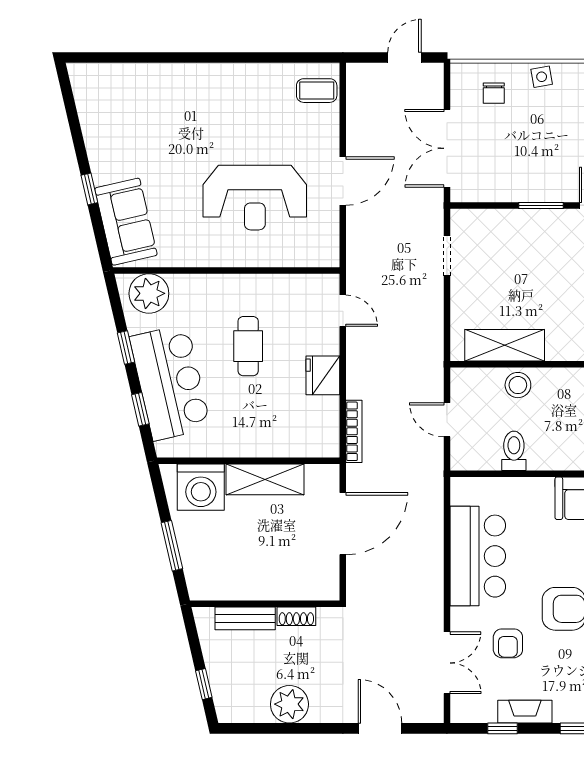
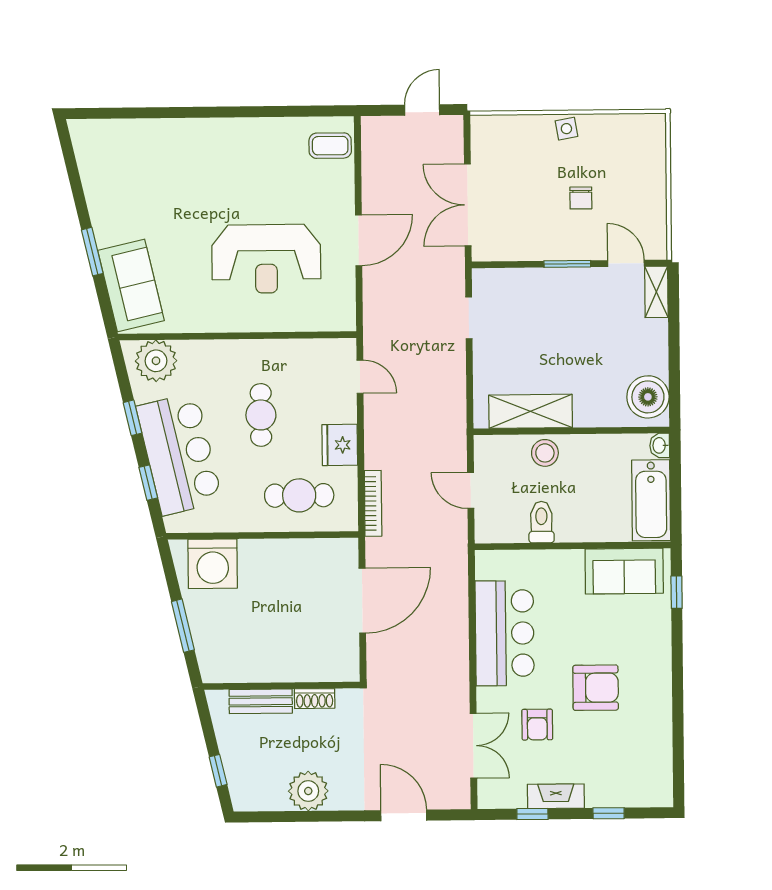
chair: (494, 93) -> (581, 198), moved
window: (89, 189) -> (92, 252), width x1.50
cafe table: (284, 423) -> (299, 495), added
shelving: (265, 479) -> (280, 555), removed

